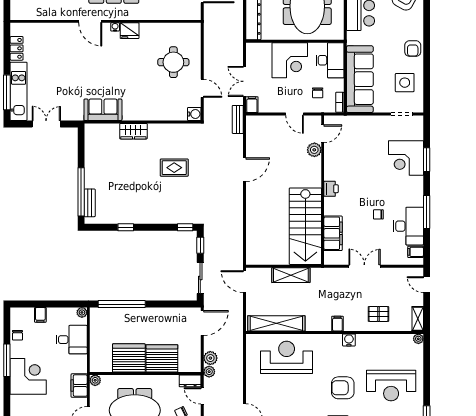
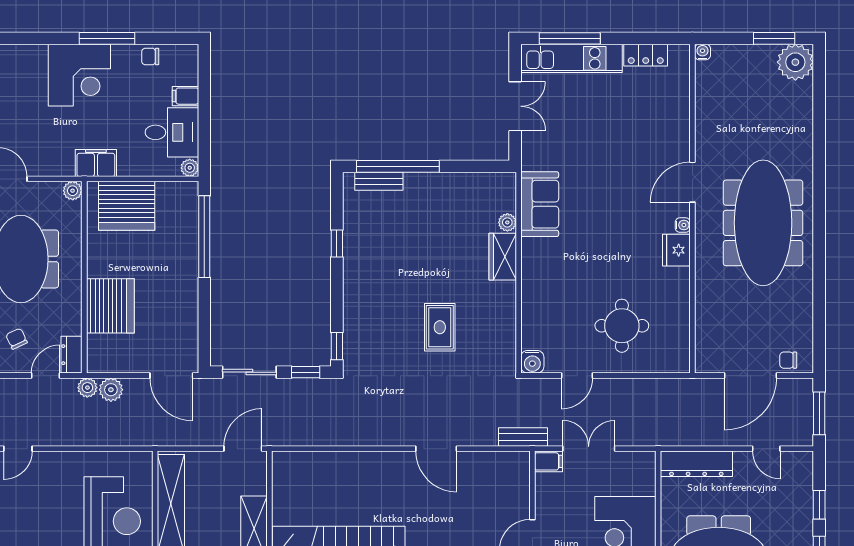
water cooler: (15, 15) -> (703, 52), added
plant: (114, 129) -> (507, 222), added
desk: (72, 340) -> (172, 132), moved, turned -90
server rack: (129, 358) -> (127, 206), moved, turned 90
filing cabinet: (79, 386) -> (96, 163), moved

